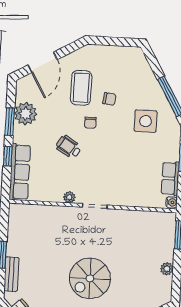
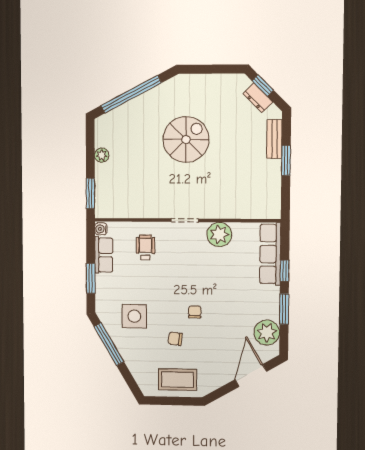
coffee table: (81, 88) -> (177, 380), moved, turned 90
plant: (26, 114) -> (267, 333), moved
wheelchair: (69, 147) -> (145, 247), moved, turned -121
plant: (69, 197) -> (219, 234), width x1.87, depth x1.87

